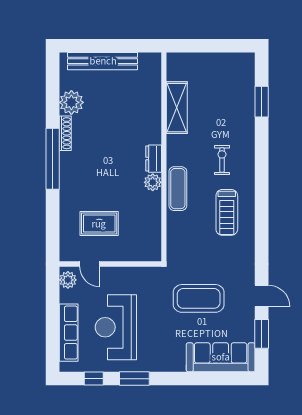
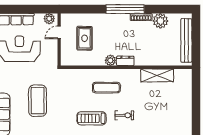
shelving: (177, 108) -> (157, 75), moved
wall: (164, 157) -> (126, 67), moved
dresser: (154, 159) -> (125, 61), moved
plant: (153, 182) -> (110, 60), moved

